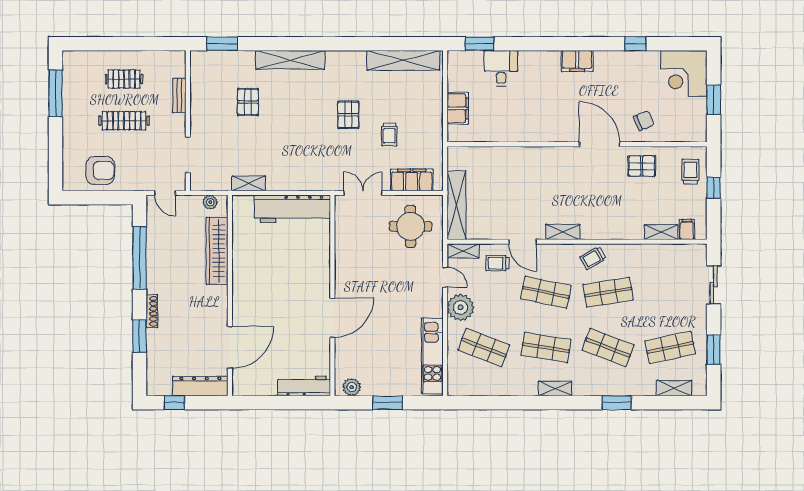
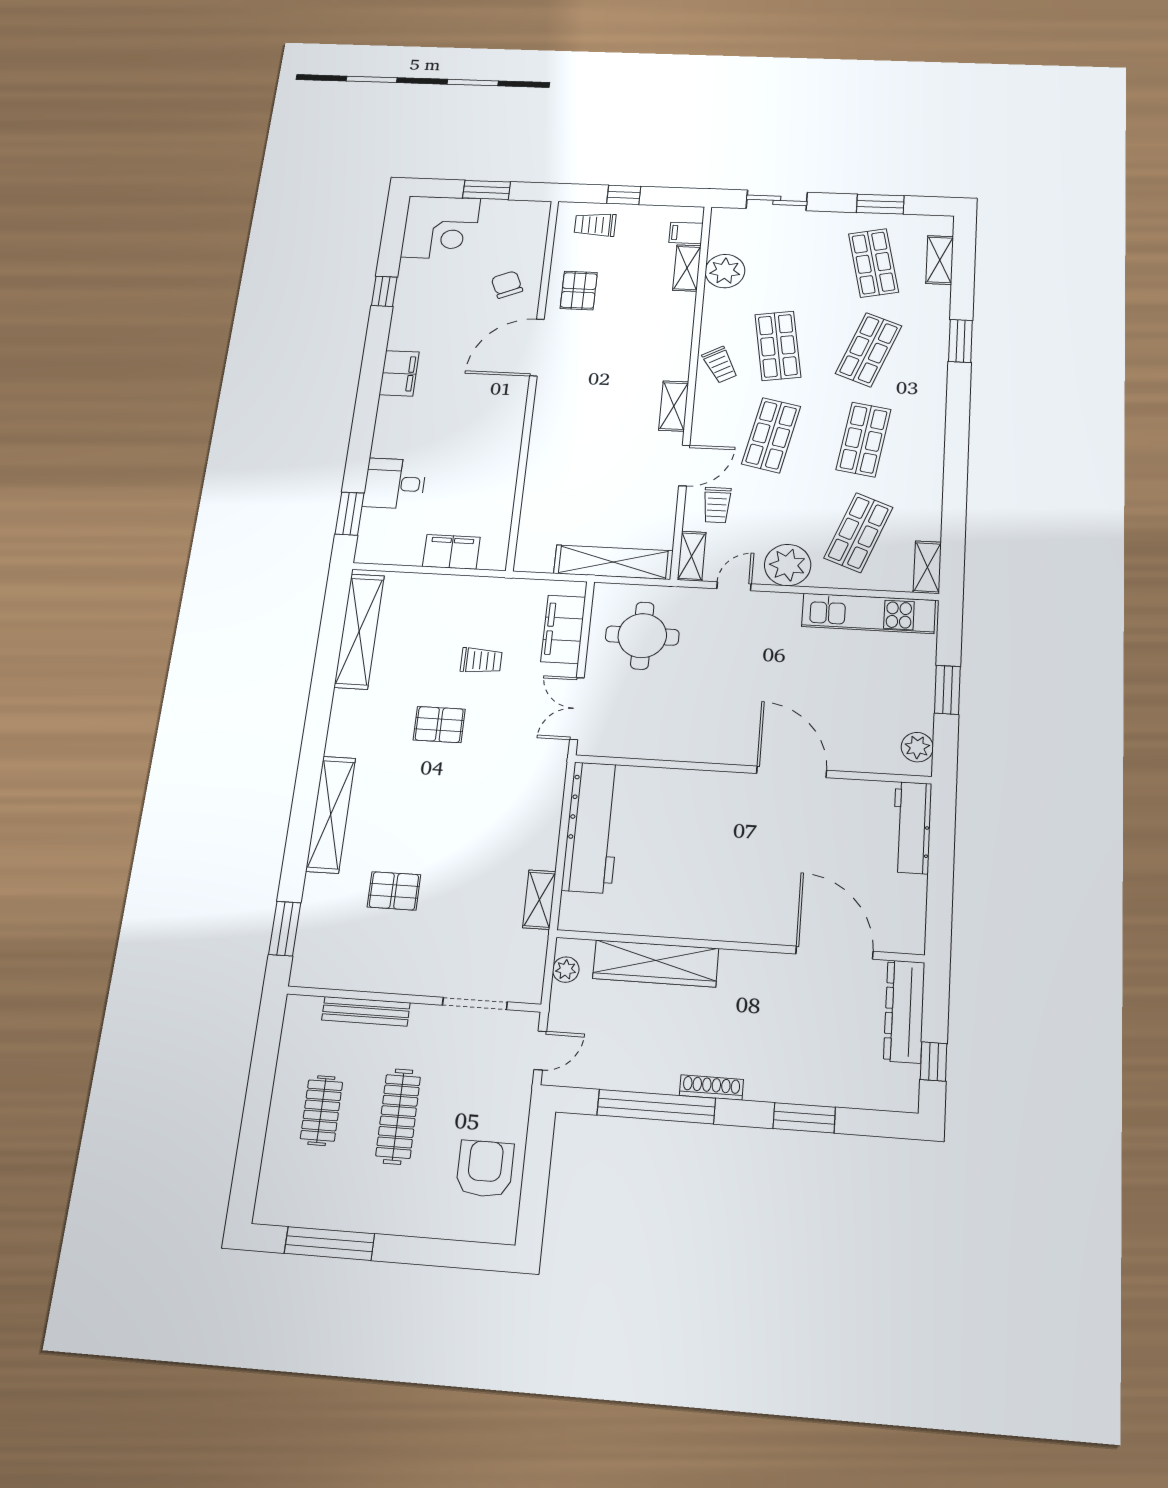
bench: (179, 95) -> (366, 1011), width x1.36
plant: (660, 256) -> (725, 271), added
shoe rack: (152, 311) -> (711, 1087), moved
shelving: (555, 389) -> (927, 567), moved

